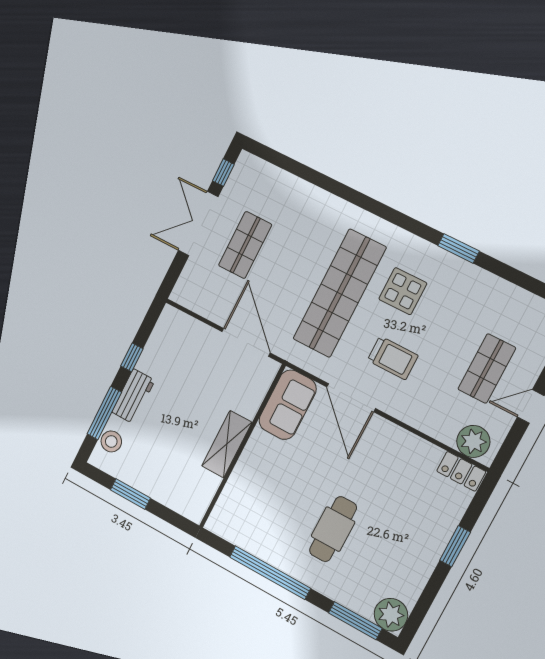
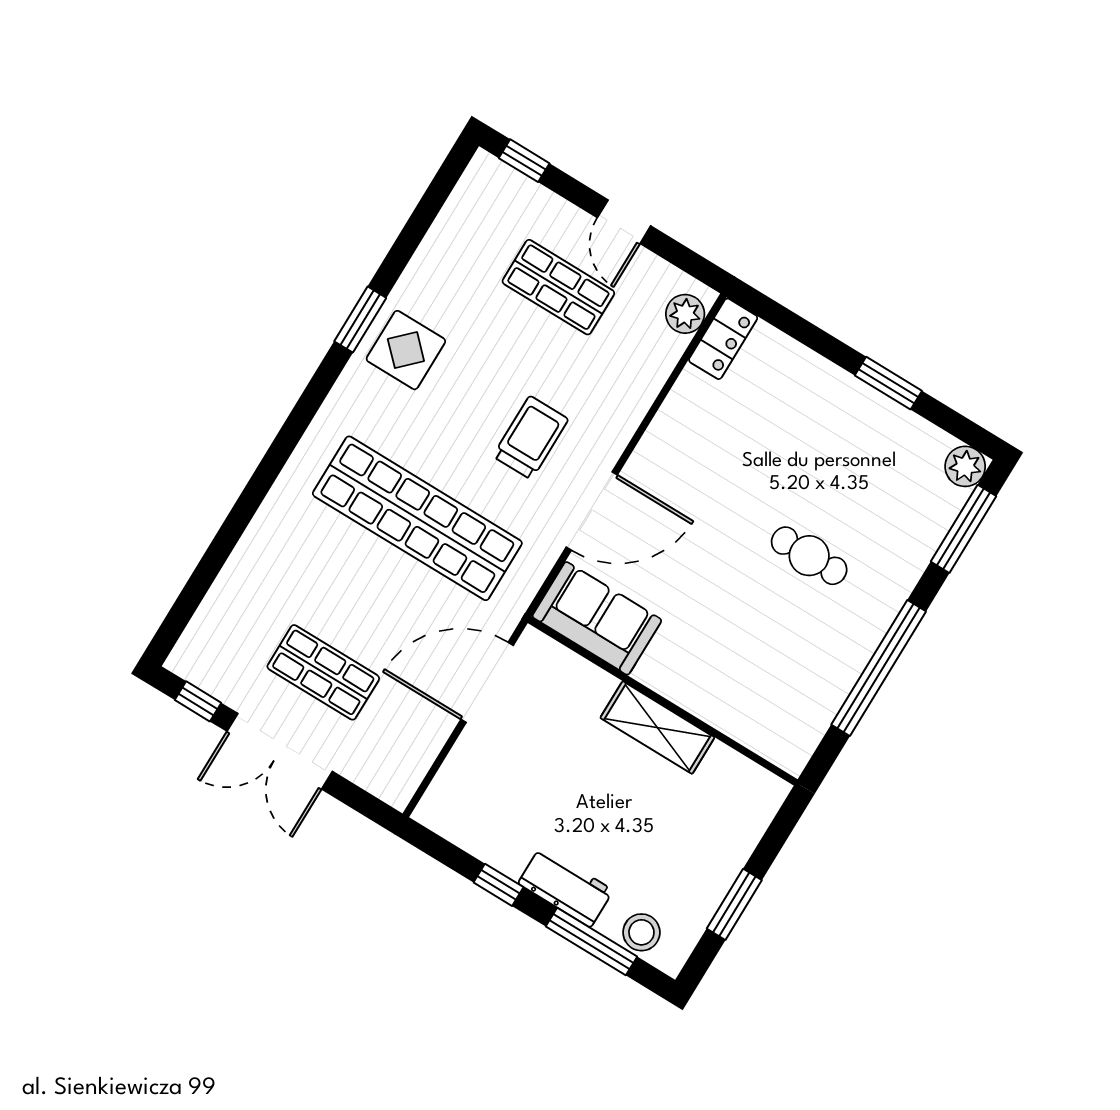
display table: (403, 291) -> (406, 350), moved
plant: (473, 441) -> (685, 314), width x0.73, depth x0.73
cafe table: (333, 529) -> (809, 556), width x0.73, depth x0.74
window: (455, 546) -> (888, 383), moved
plant: (391, 615) -> (965, 466), width x0.73, depth x0.73

